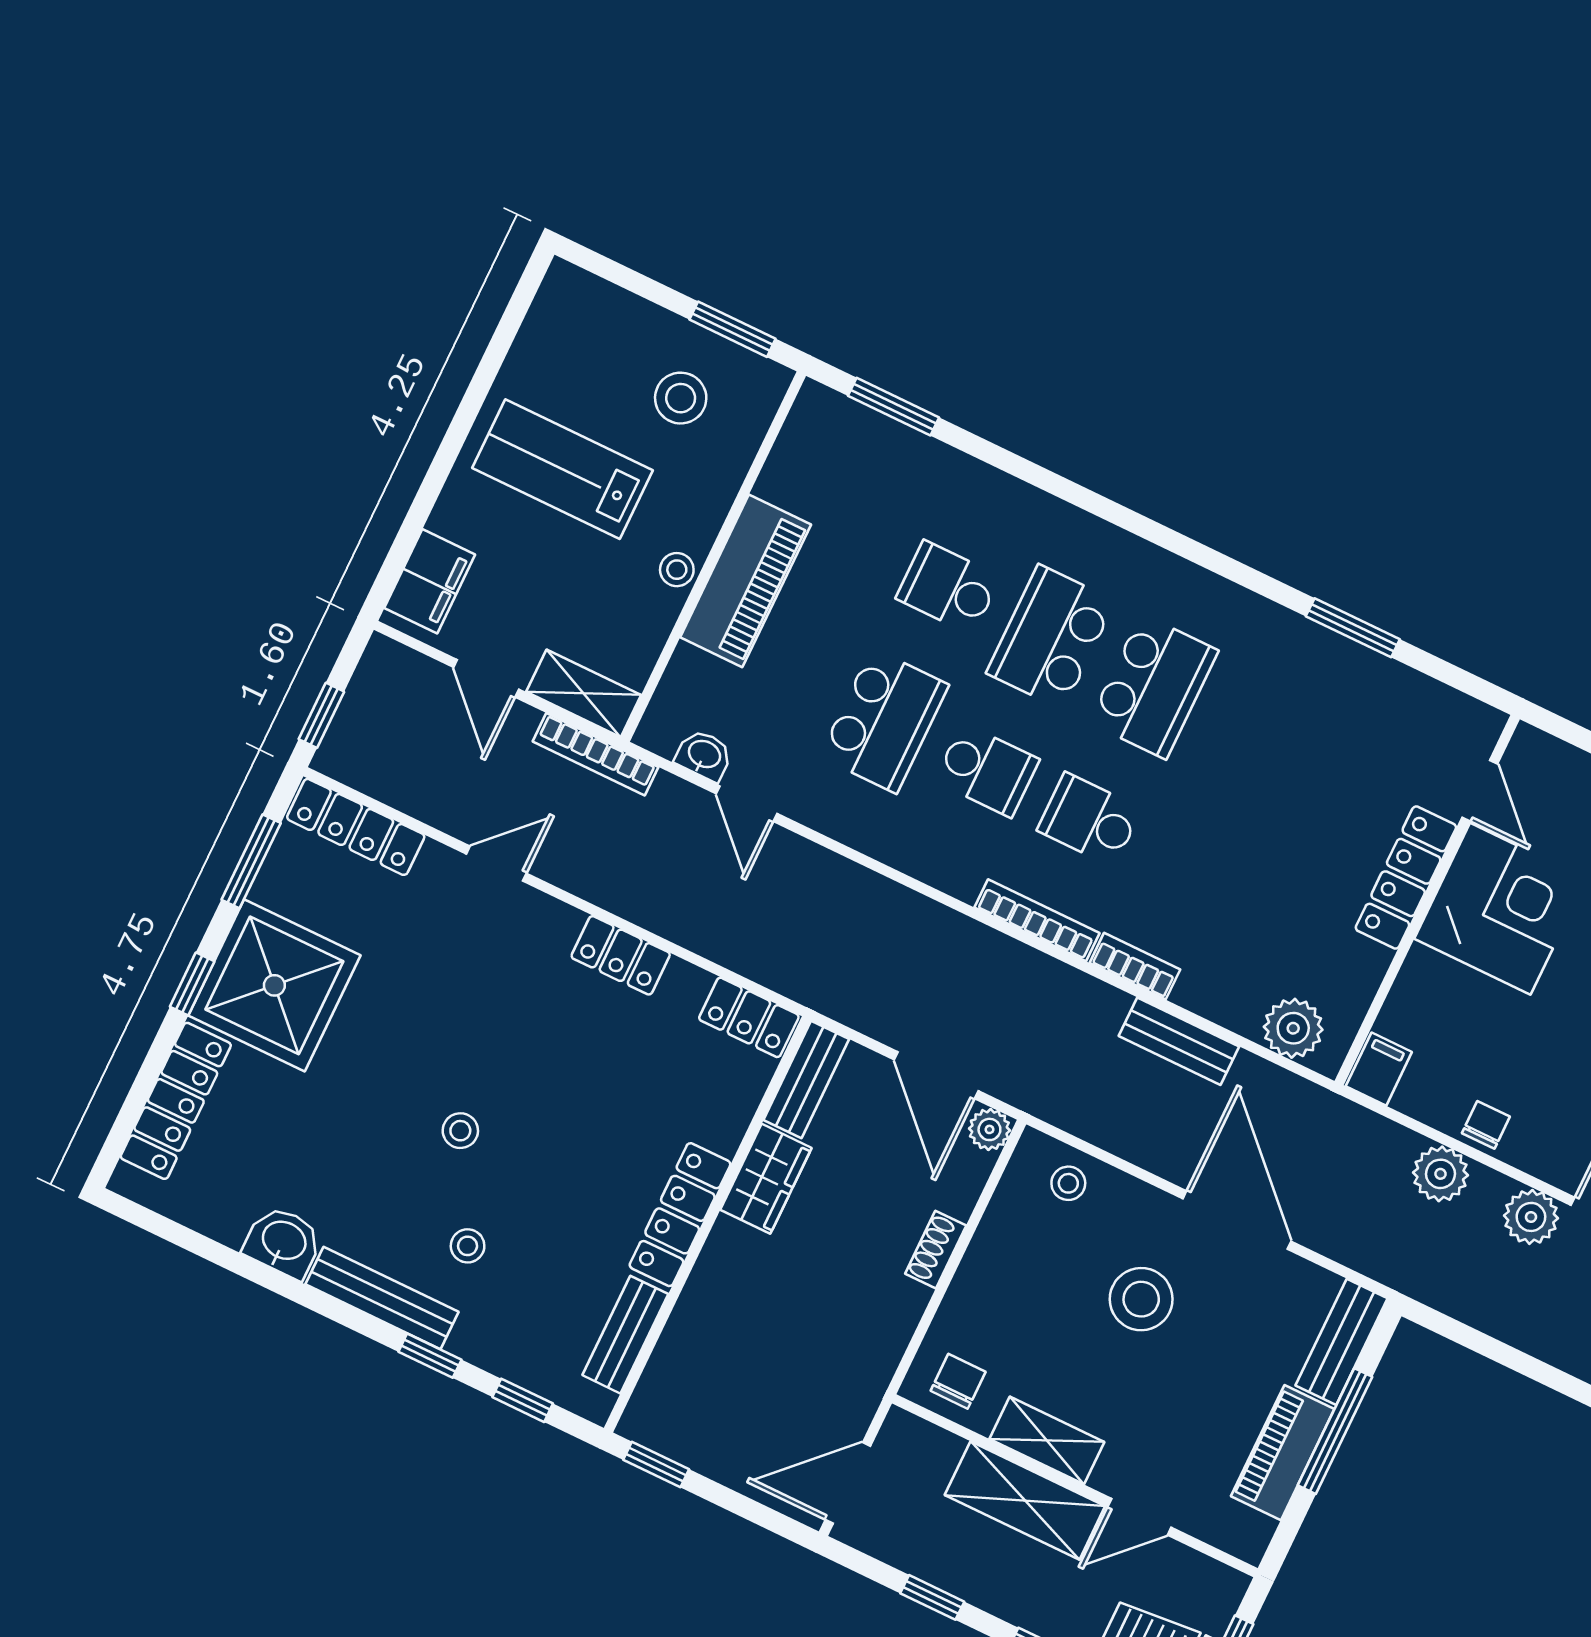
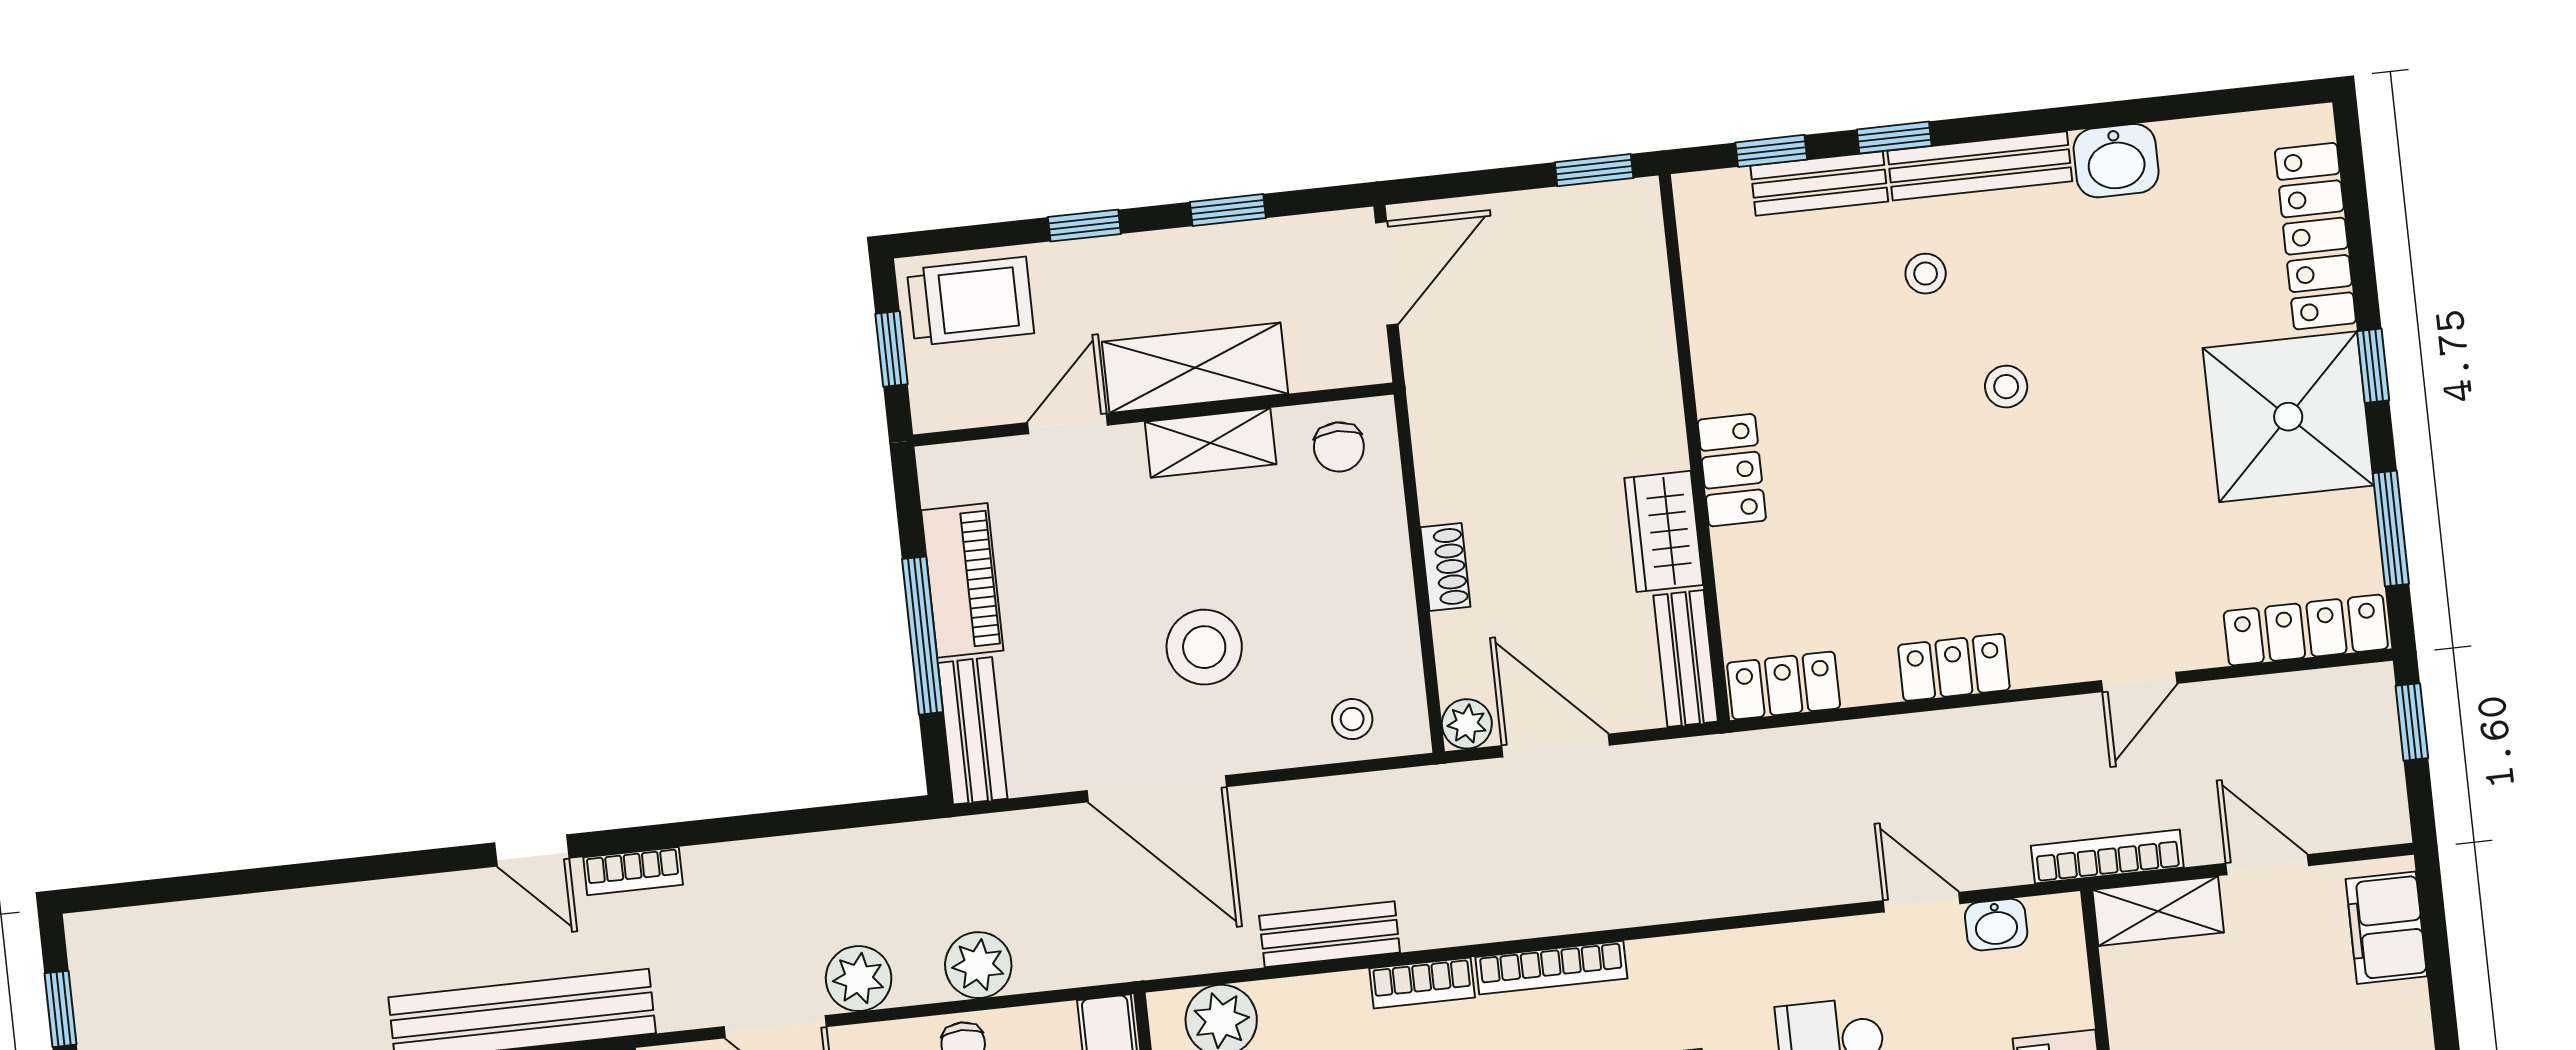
locker: (680, 1215) -> (1732, 470), width x0.66
bench: (625, 1335) -> (1819, 184), moved, turned 90

